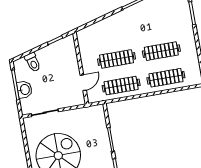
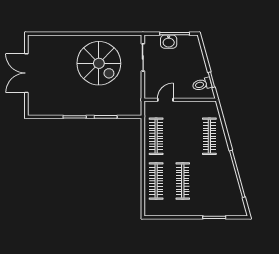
clothes rail: (117, 59) -> (209, 136), moved
toilet: (33, 62) -> (202, 84), moved
door: (83, 83) -> (165, 100), swing flipped

